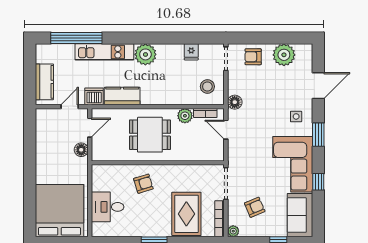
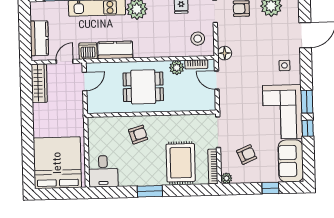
wardrobe: (43, 128) -> (39, 83), added
window: (318, 135) -> (307, 102), moved
floor lamp: (81, 150) -> (77, 103), removed
desk: (108, 207) -> (103, 171), moved, turned -90

